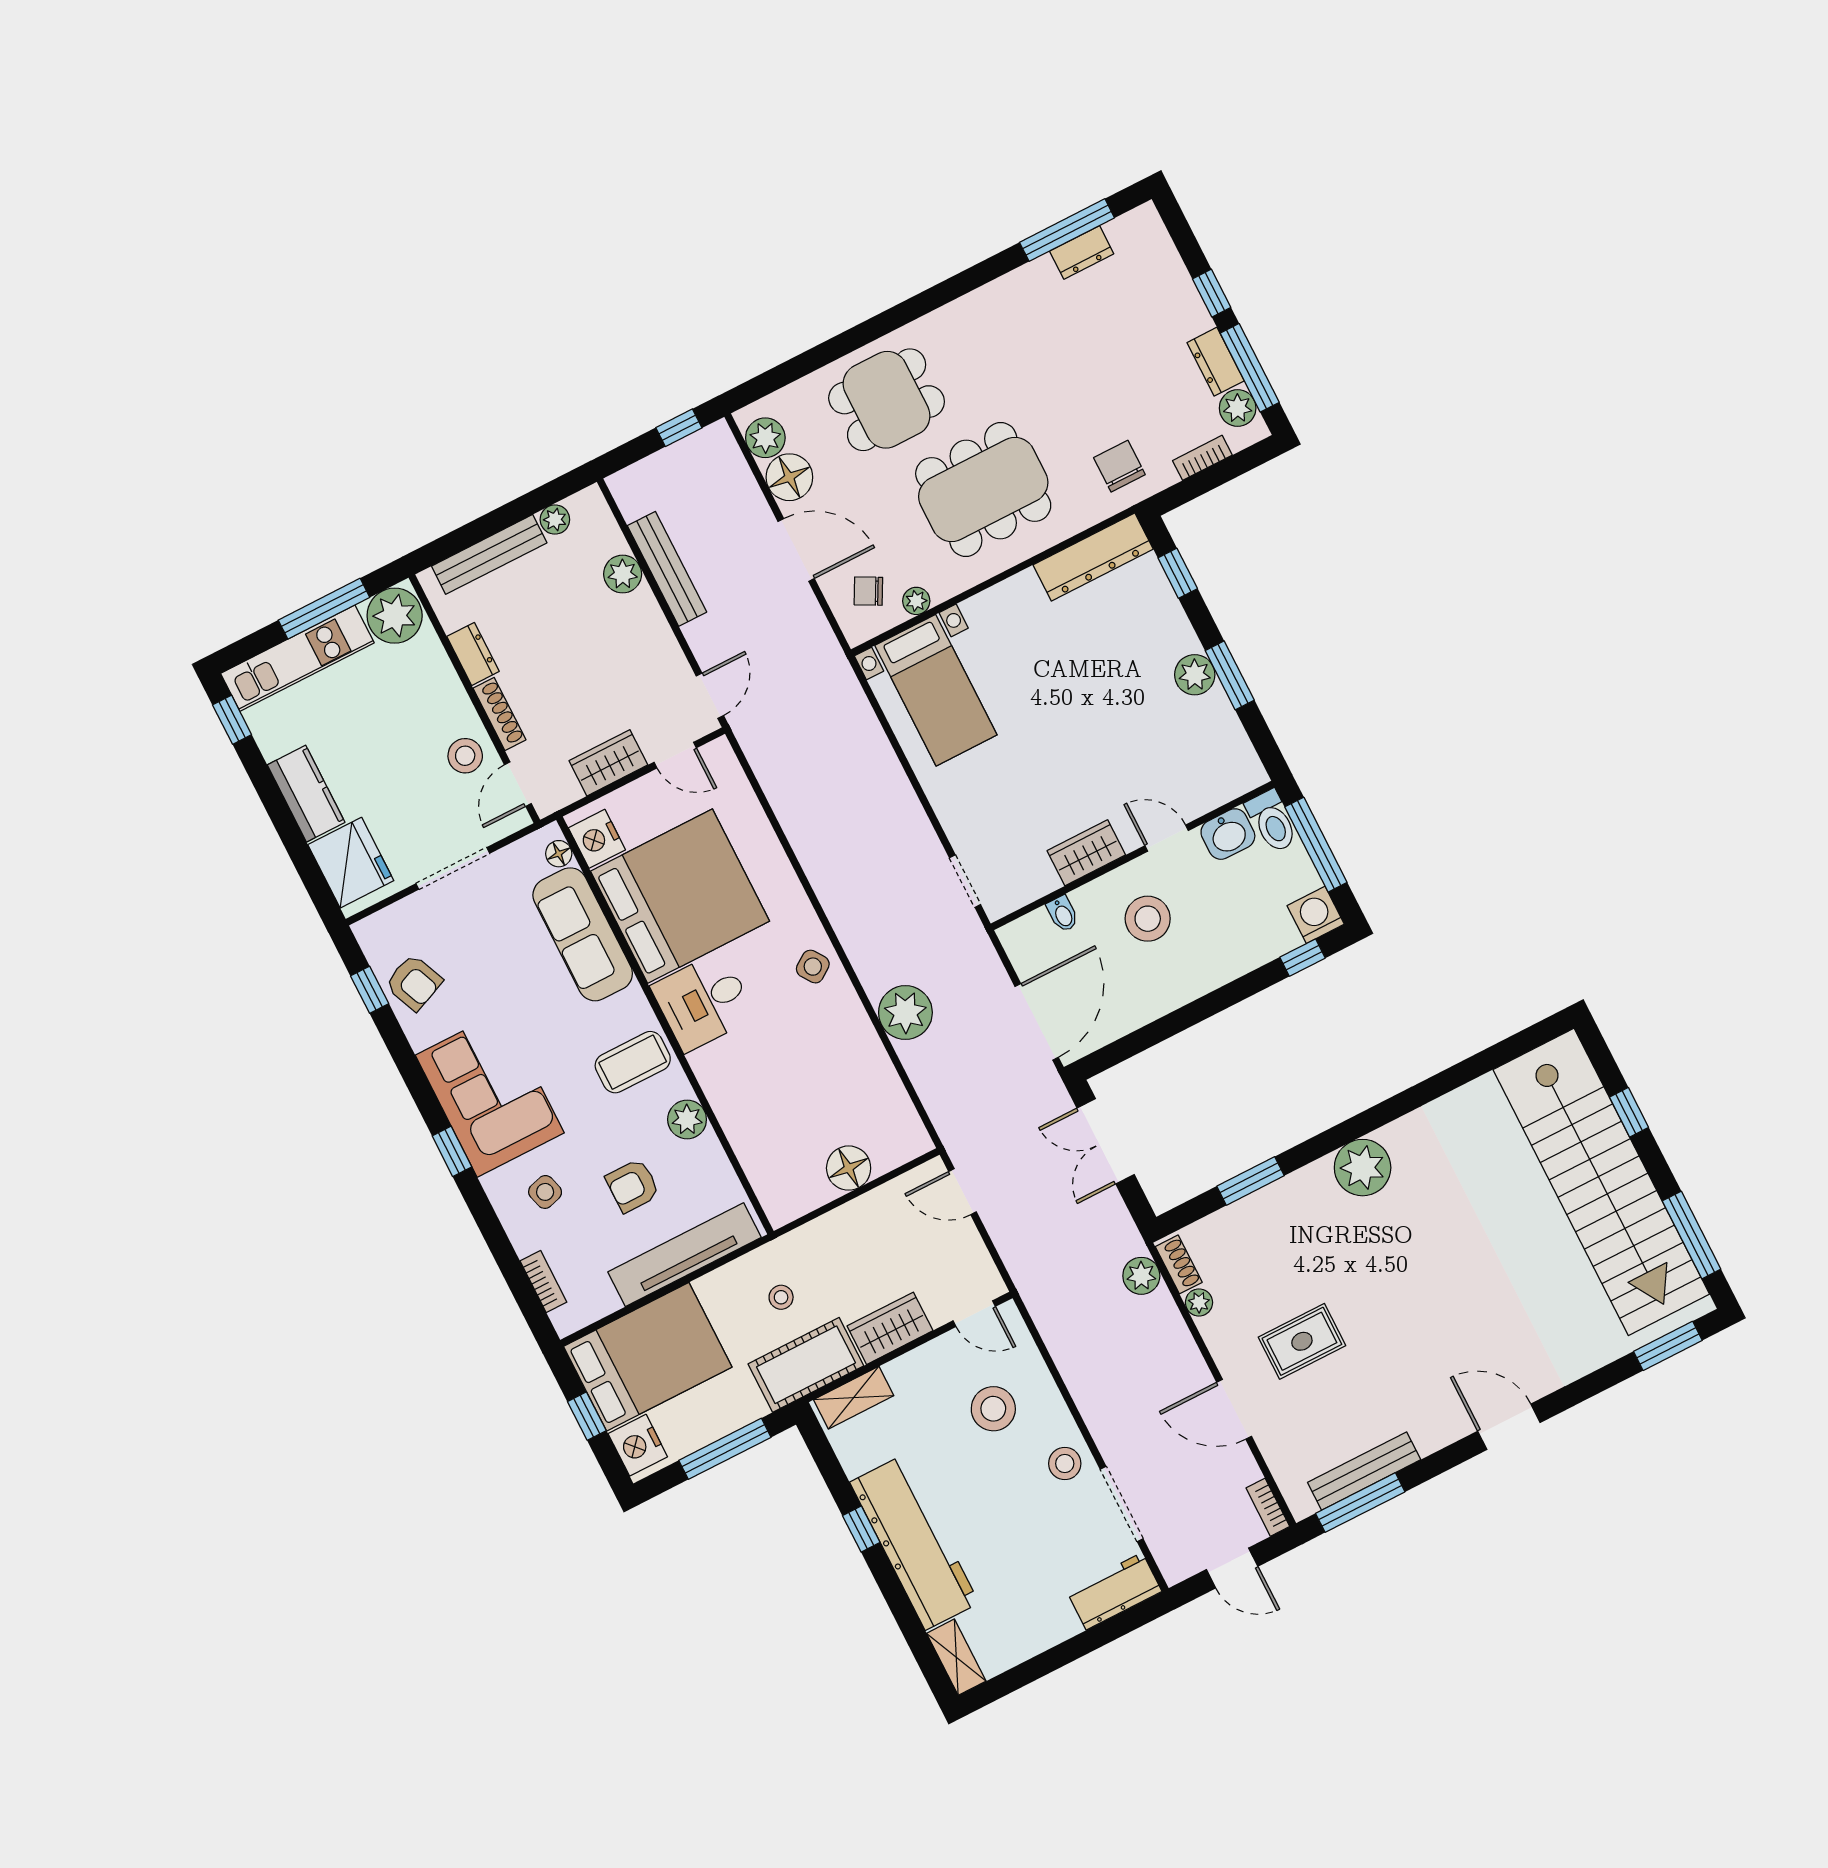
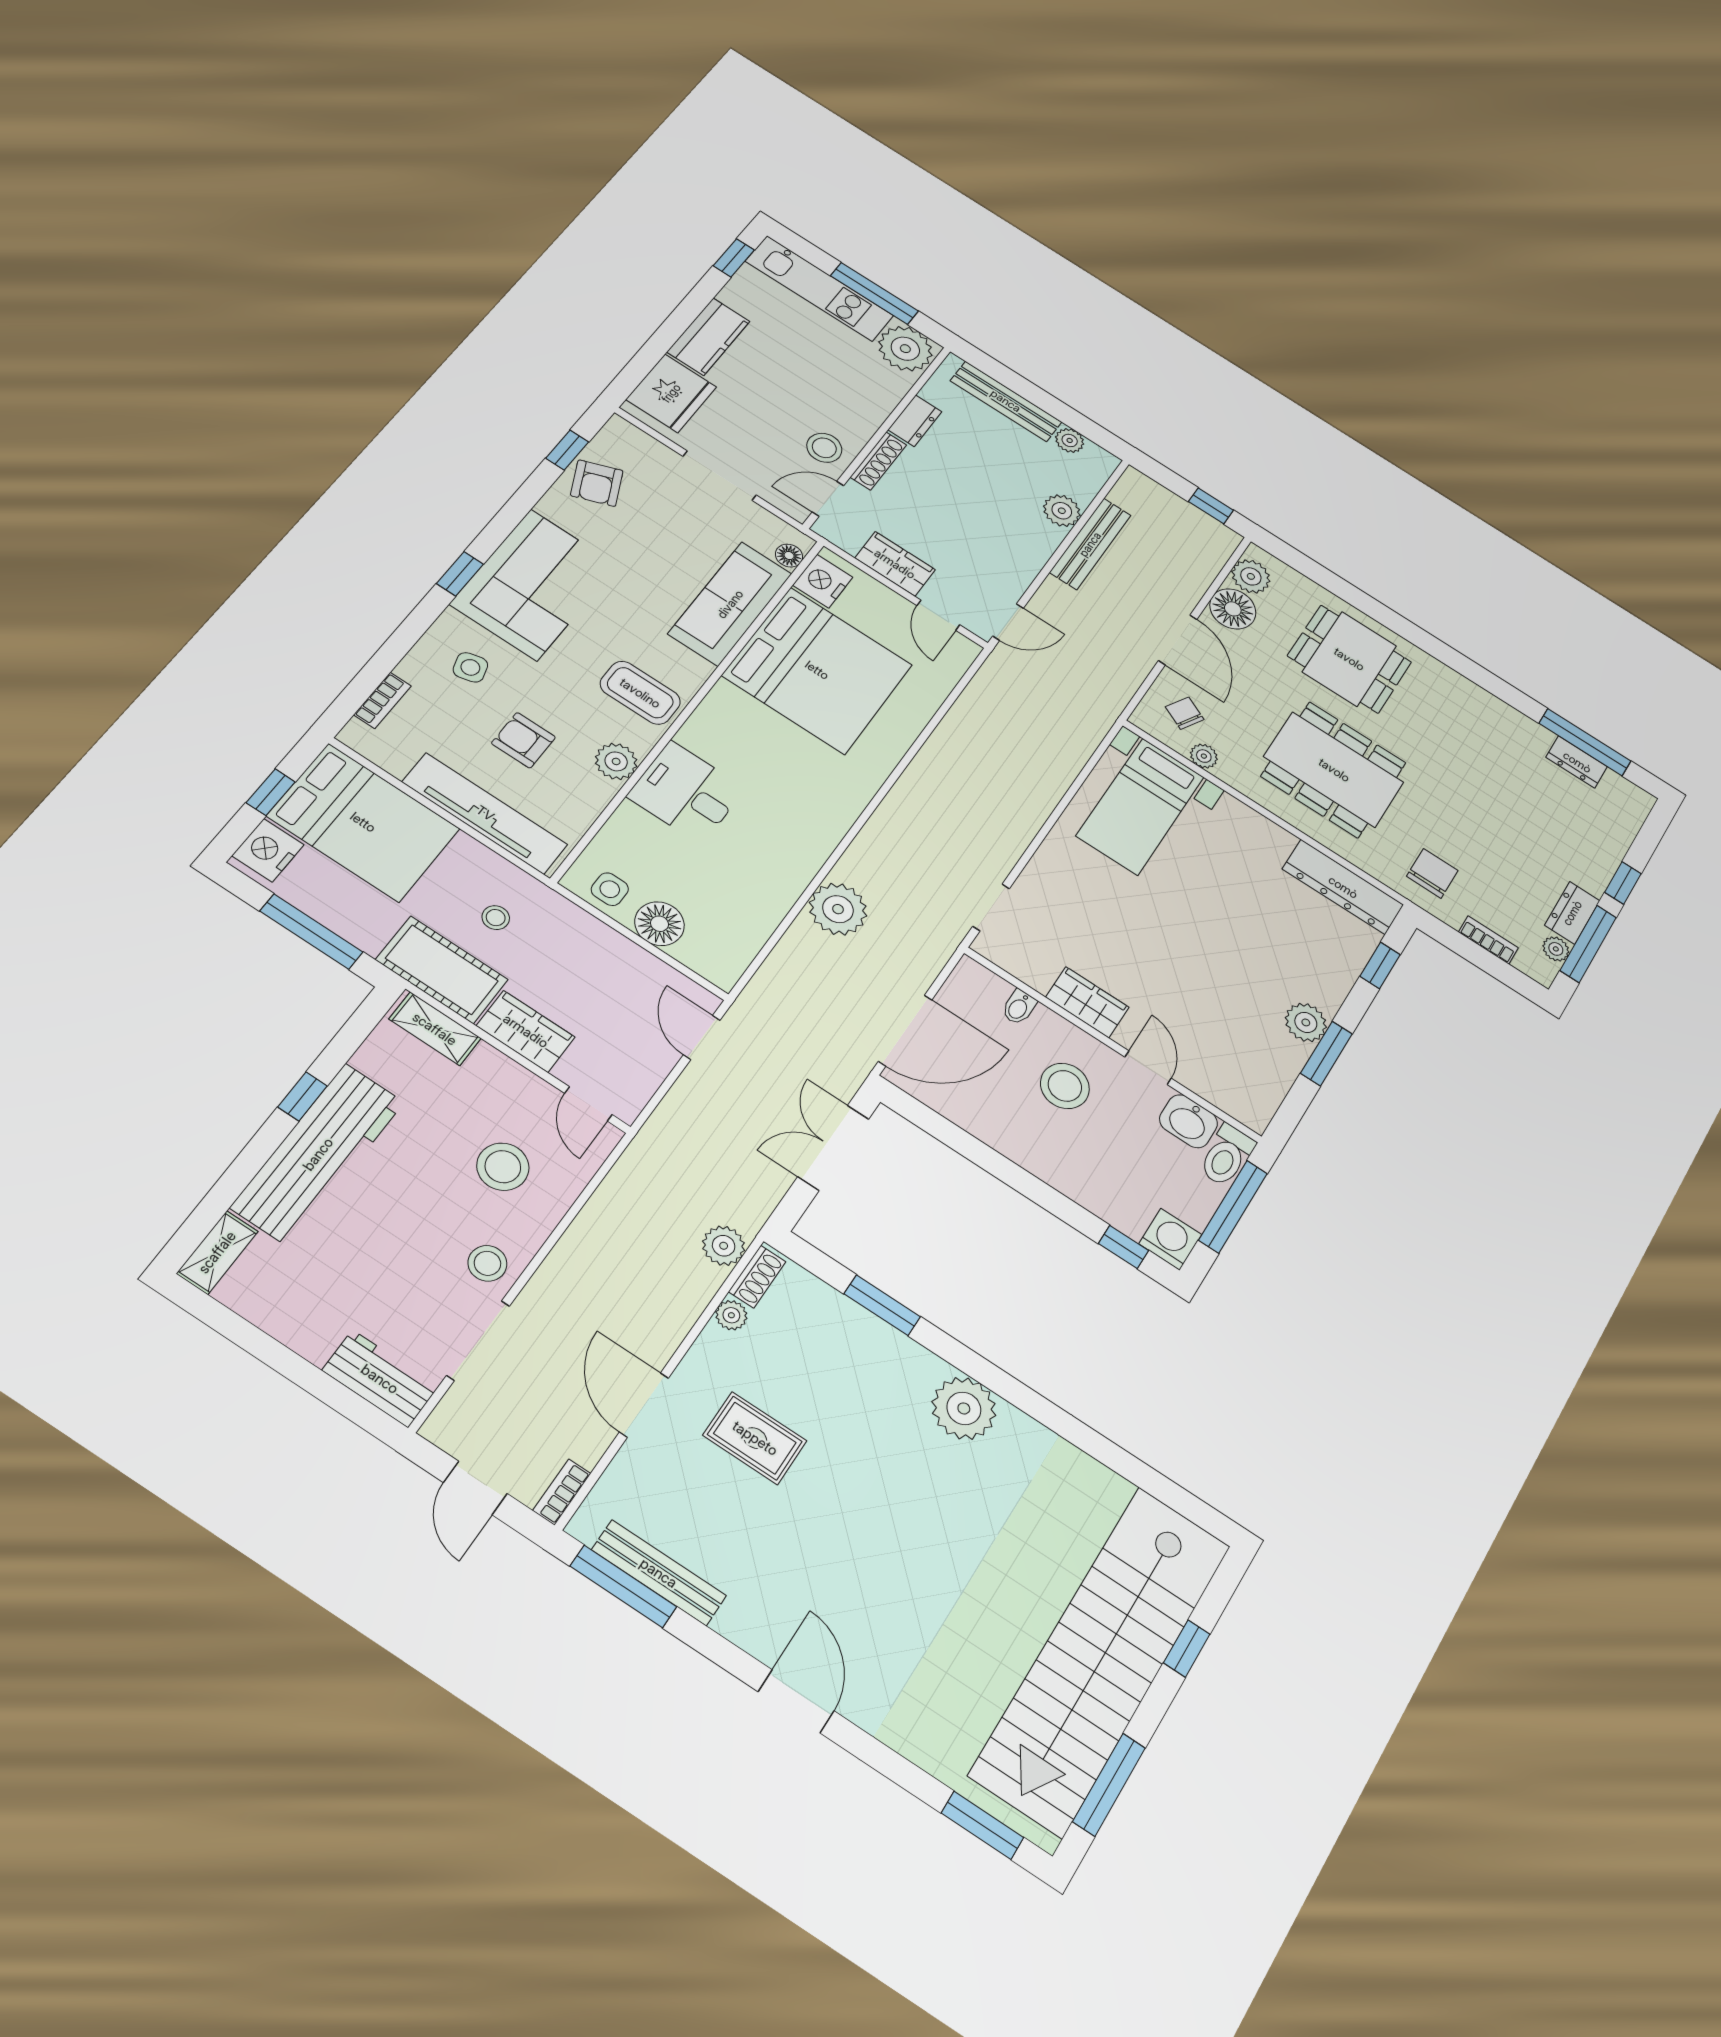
plant: (1238, 408) -> (1556, 949), width x0.73, depth x0.73
side table: (813, 967) -> (610, 889), moved, turned 35
desk: (703, 1001) -> (686, 792), moved

